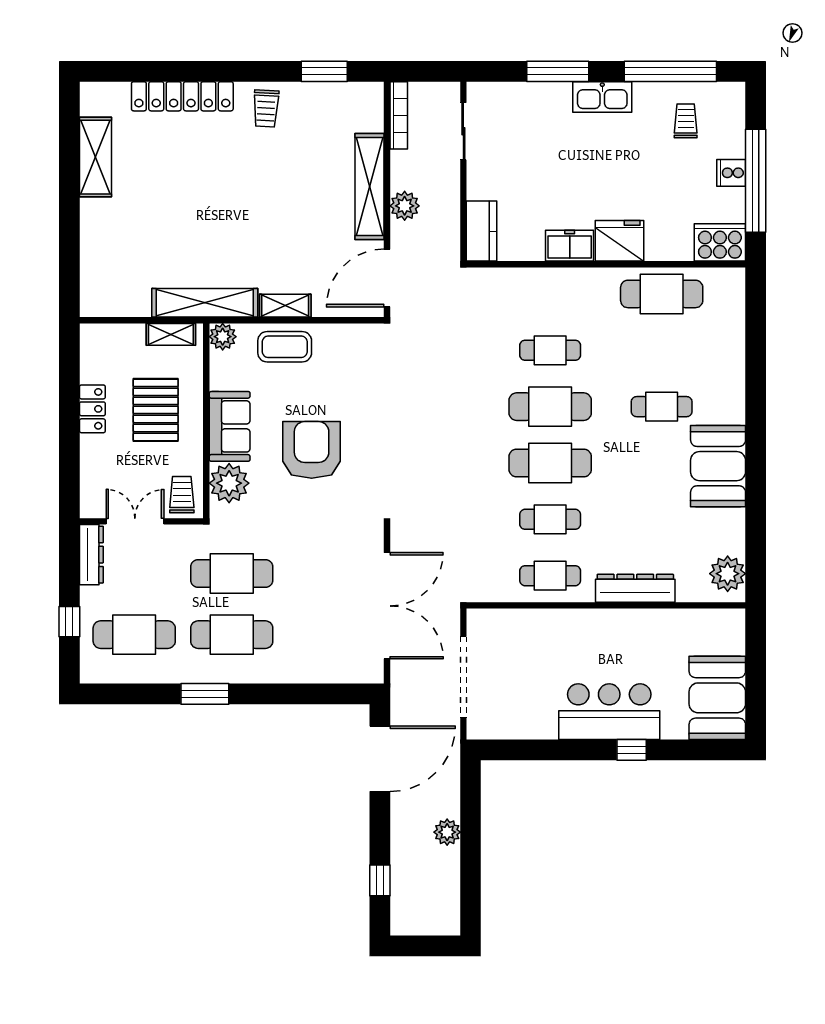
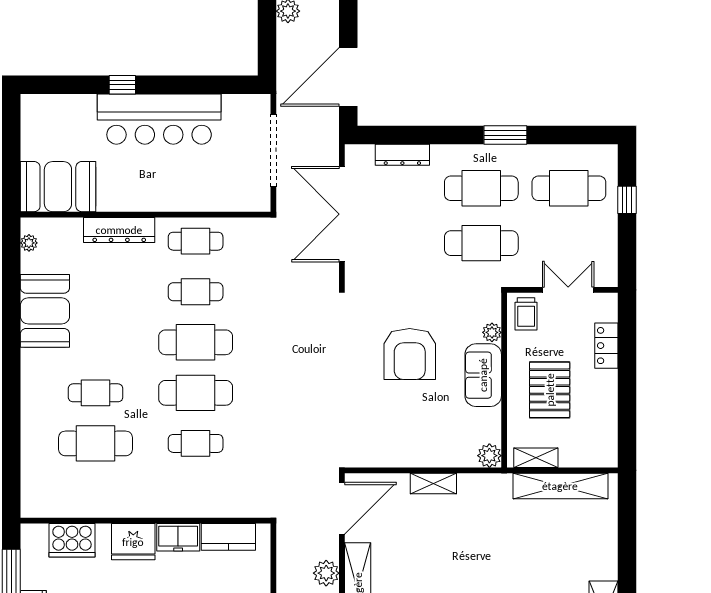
kitchen counter: (481, 231) -> (228, 537), moved, turned -90
cooker: (720, 242) -> (72, 540), moved
cafe table: (662, 294) -> (96, 443), moved
shelving: (205, 303) -> (560, 486), moved
coffee table: (285, 347) -> (434, 447), removed
locker: (92, 409) -> (606, 346), moved
booth: (718, 466) -> (45, 311), moved
plant: (229, 483) -> (492, 332), width x0.53, depth x0.53
double door: (135, 521) -> (568, 290), swing flipped
dresser: (91, 555) -> (402, 155), moved, turned -90
plant: (728, 574) -> (29, 243), width x0.53, depth x0.53
booth: (717, 698) -> (58, 187), moved, turned 90
bar counter: (609, 712) -> (159, 119), width x1.36

